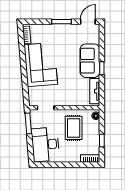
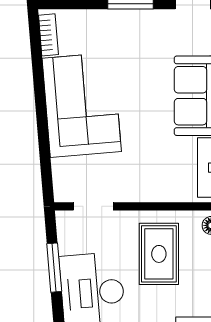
window: (28, 123) -> (54, 268), moved

